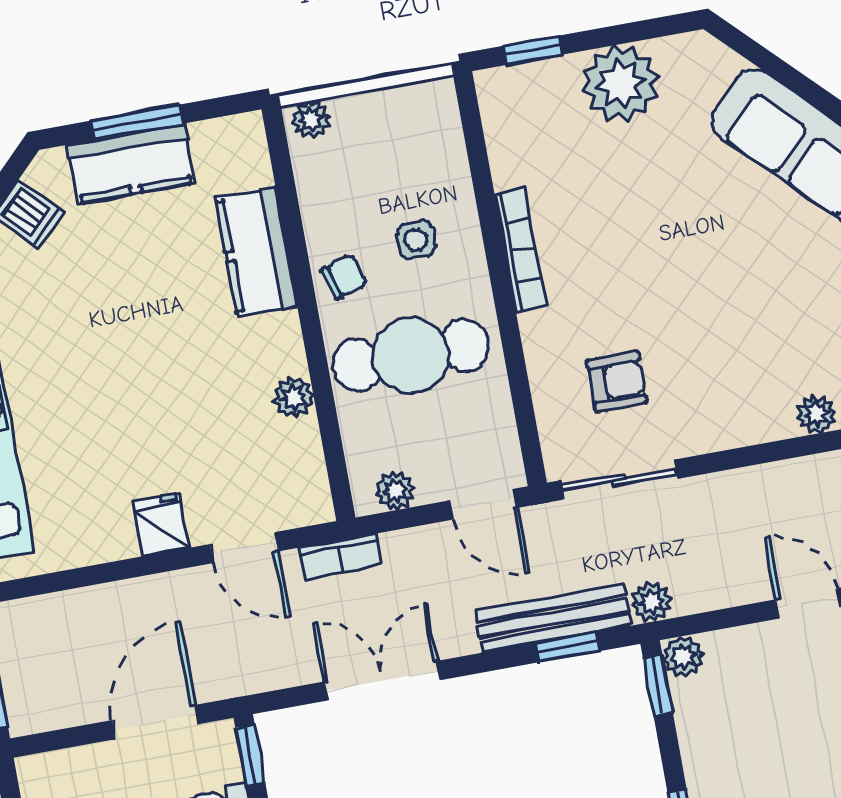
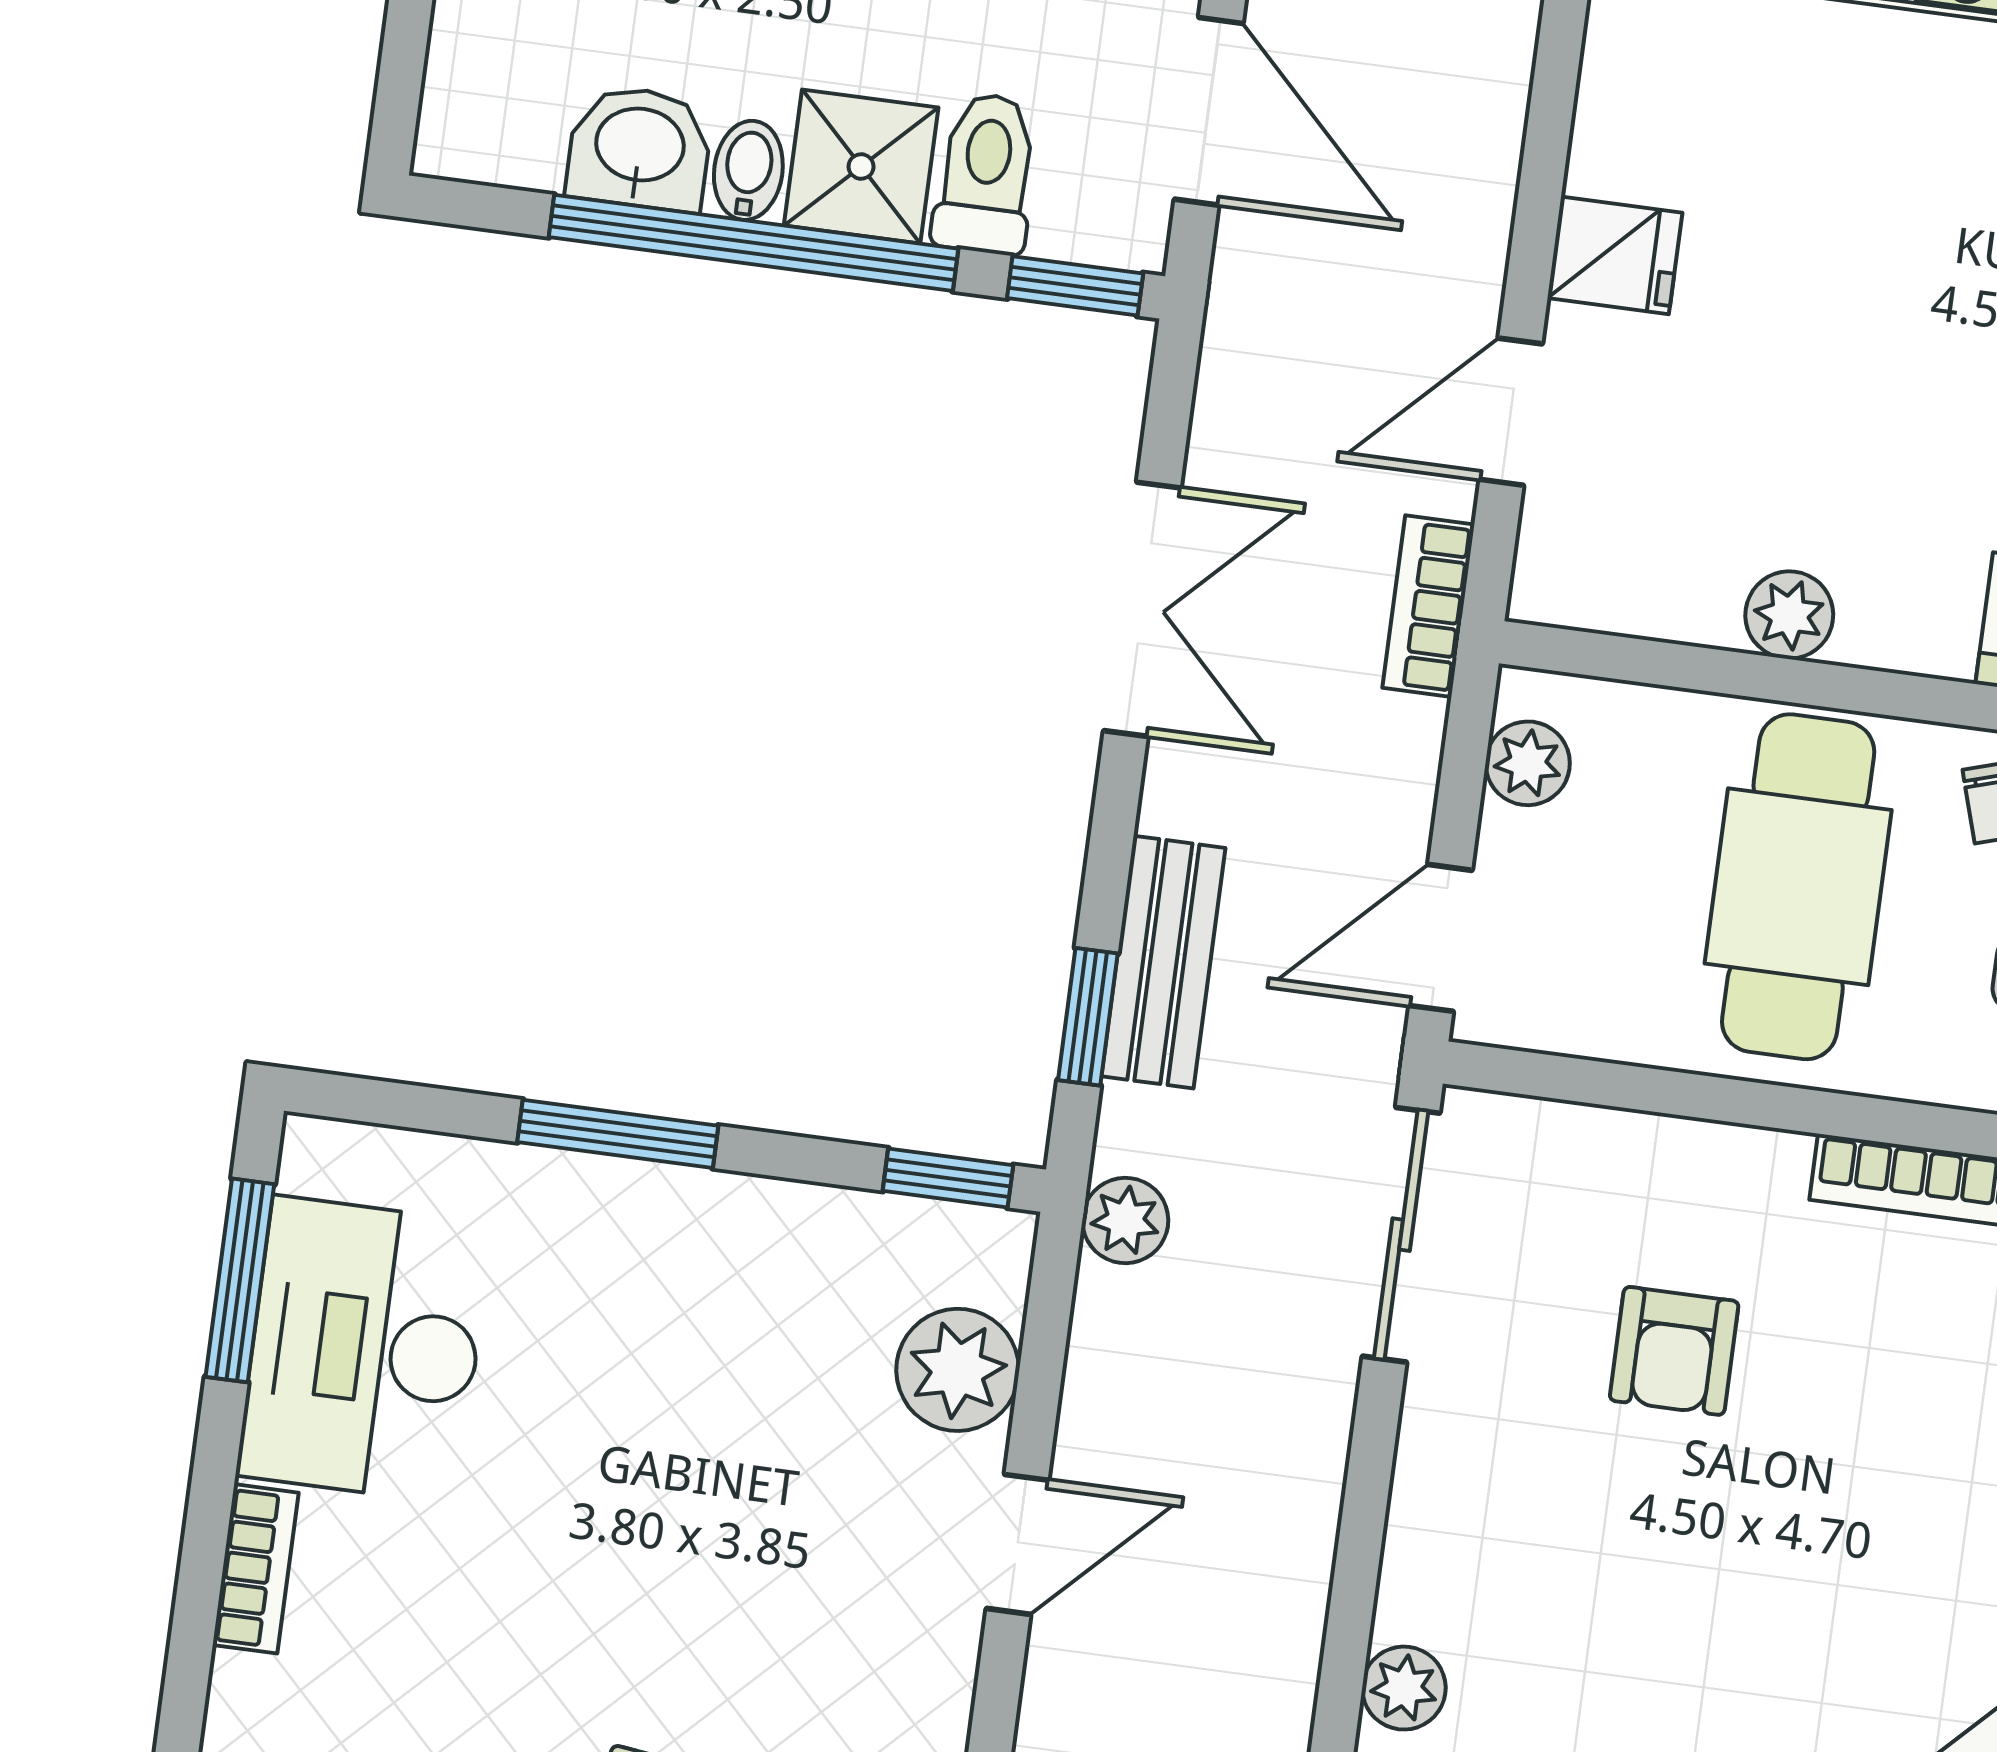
armchair: (617, 381) -> (1674, 1351), moved
bench: (553, 618) -> (1163, 962), width x0.73
plant: (683, 657) -> (958, 1370), moved, width x1.38, depth x1.38

